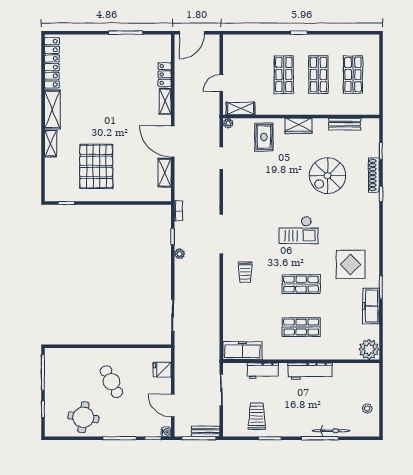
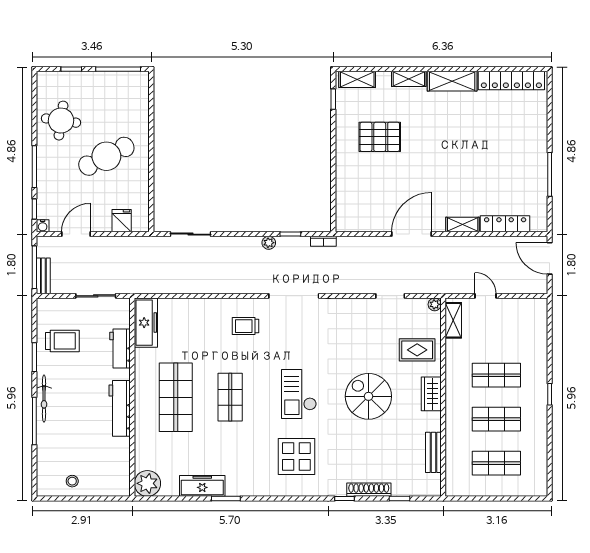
locker: (165, 74) -> (505, 224), width x1.53
pallet: (96, 166) -> (380, 137), width x0.73, depth x0.71
shelving: (165, 173) -> (357, 79), moved
spiral stairs: (327, 176) -> (368, 396), moved
display table: (351, 264) -> (296, 456), moved
shop shelf: (301, 327) -> (176, 397), width x1.43, depth x1.36
cafe table: (111, 382) -> (106, 156), width x1.37, depth x1.35
bicycle: (331, 431) -> (44, 399), moved

